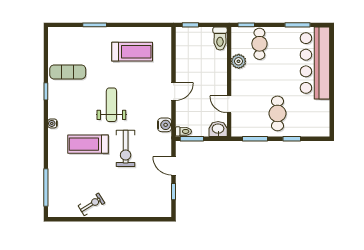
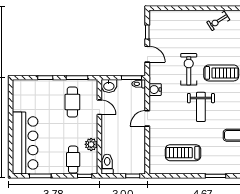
cafe table: (277, 113) -> (72, 102), moved

